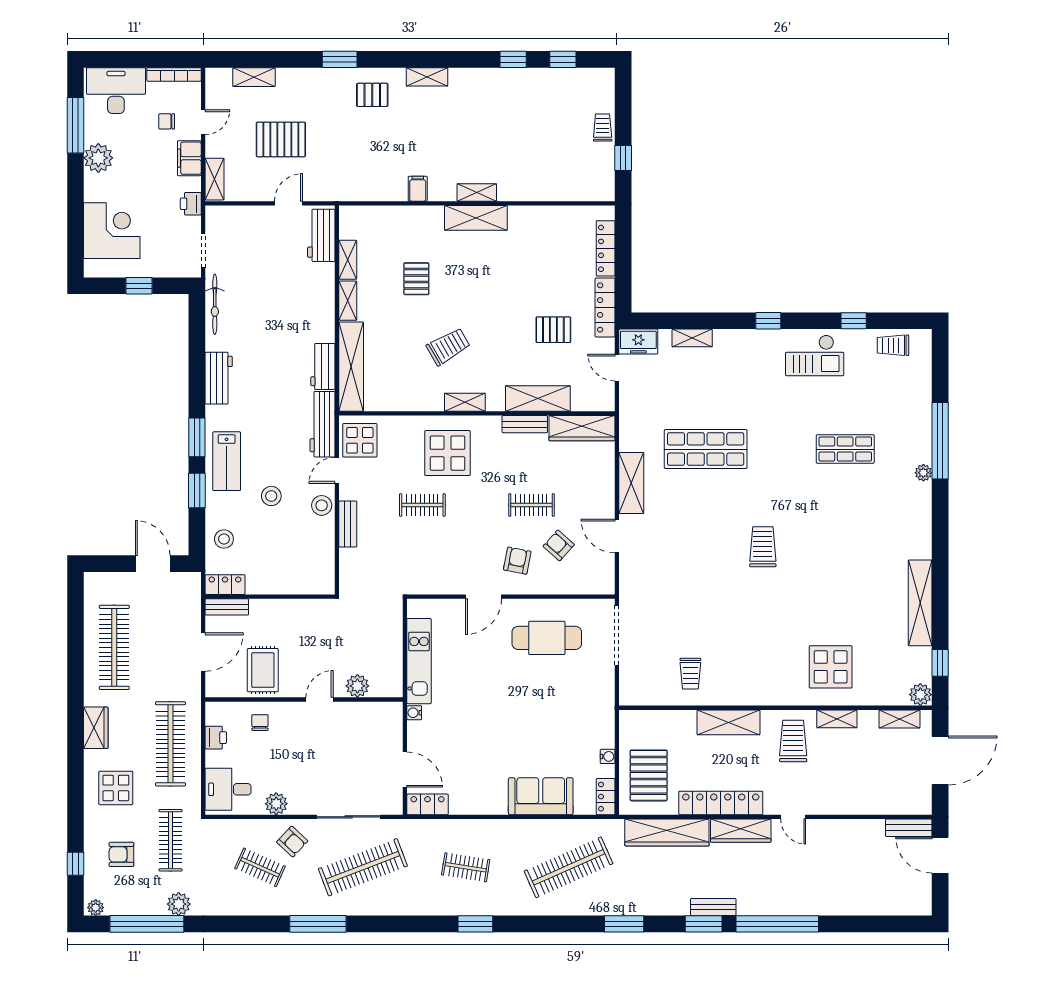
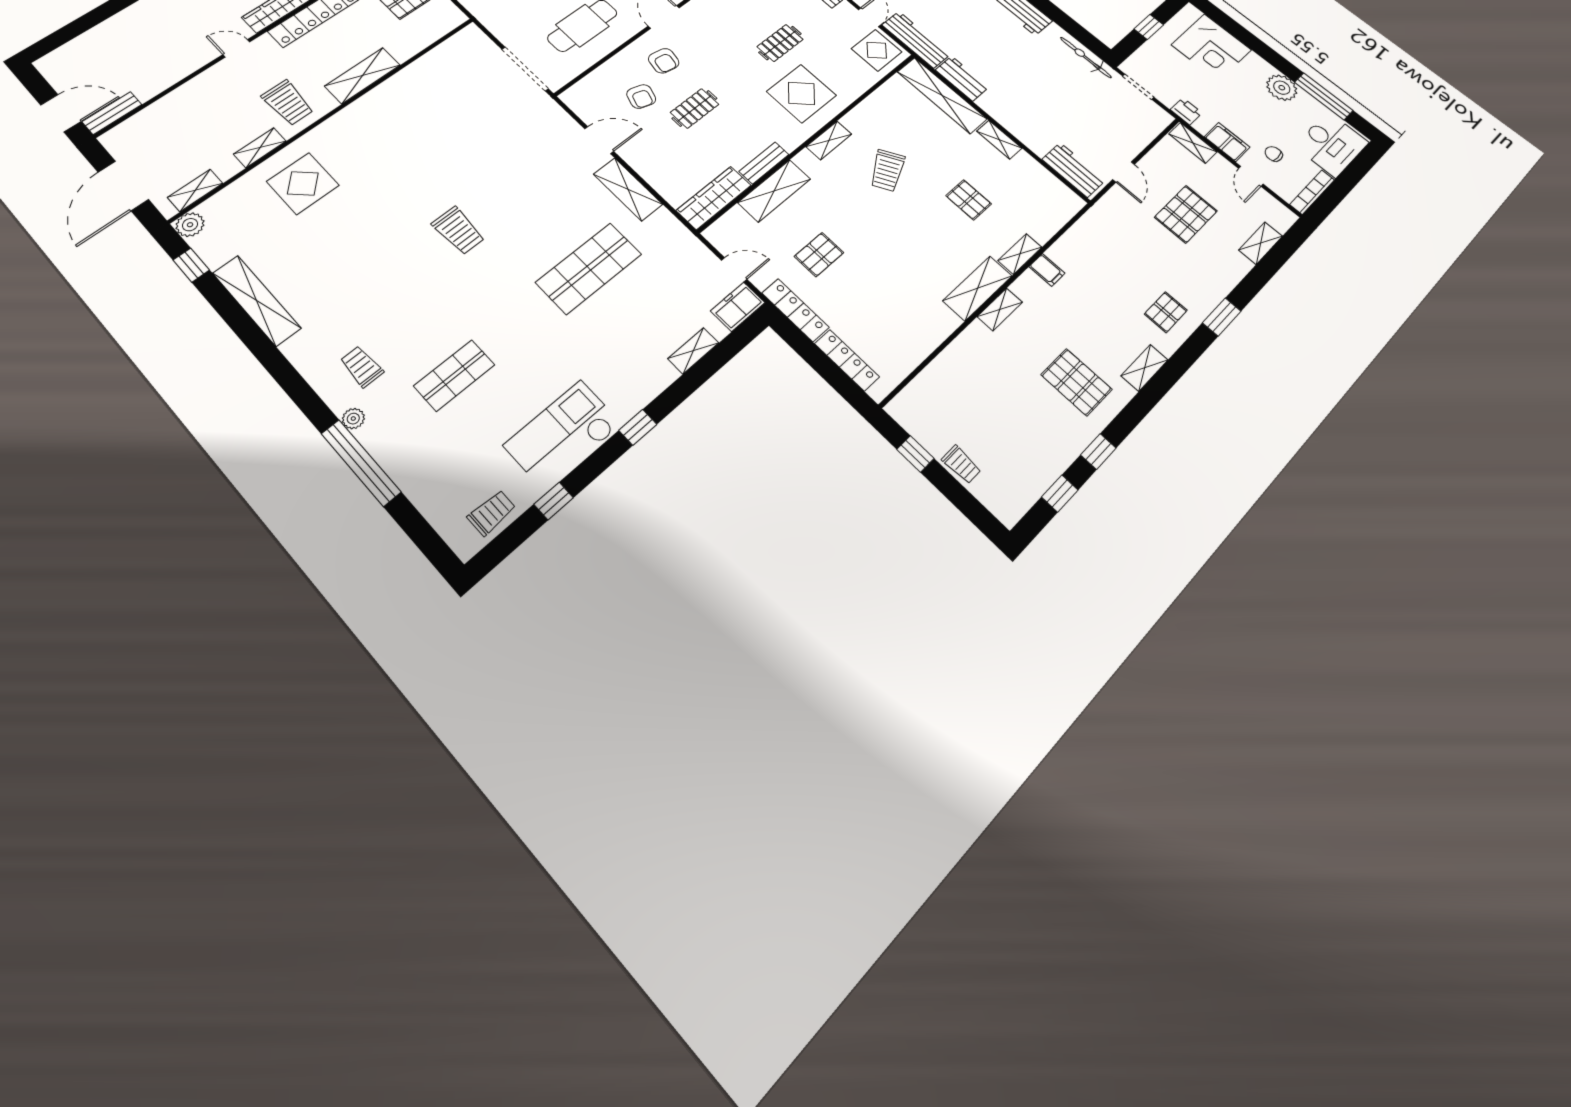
pallet: (480, 108) -> (1076, 382), added
chair: (167, 121) -> (1274, 154), turned -90
shelving: (348, 260) -> (1020, 254), moved, turned 90
checkout: (815, 355) -> (563, 435), width x1.36, depth x1.21
armchair: (559, 545) -> (641, 97), turned 66
trolley: (690, 674) -> (362, 366), moved

